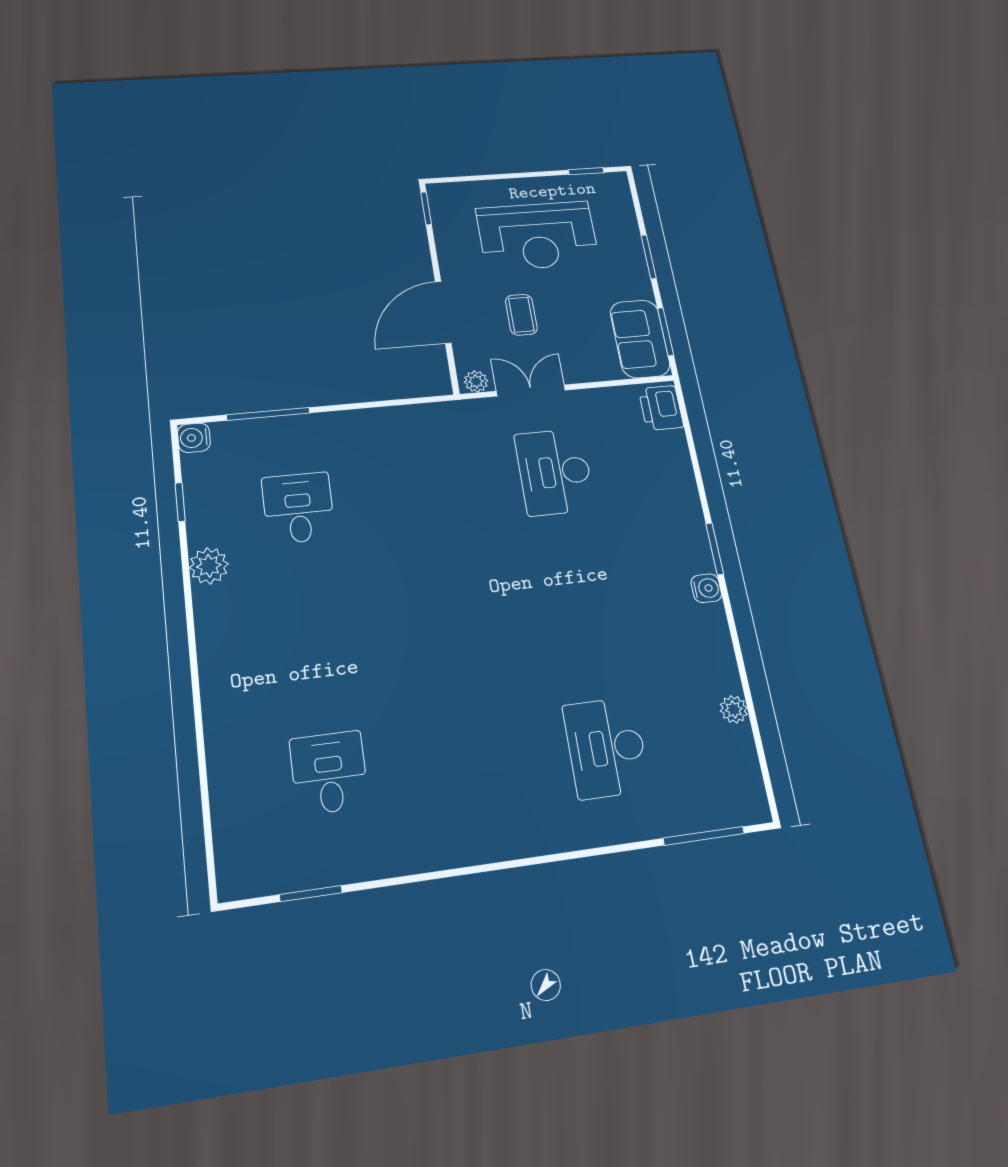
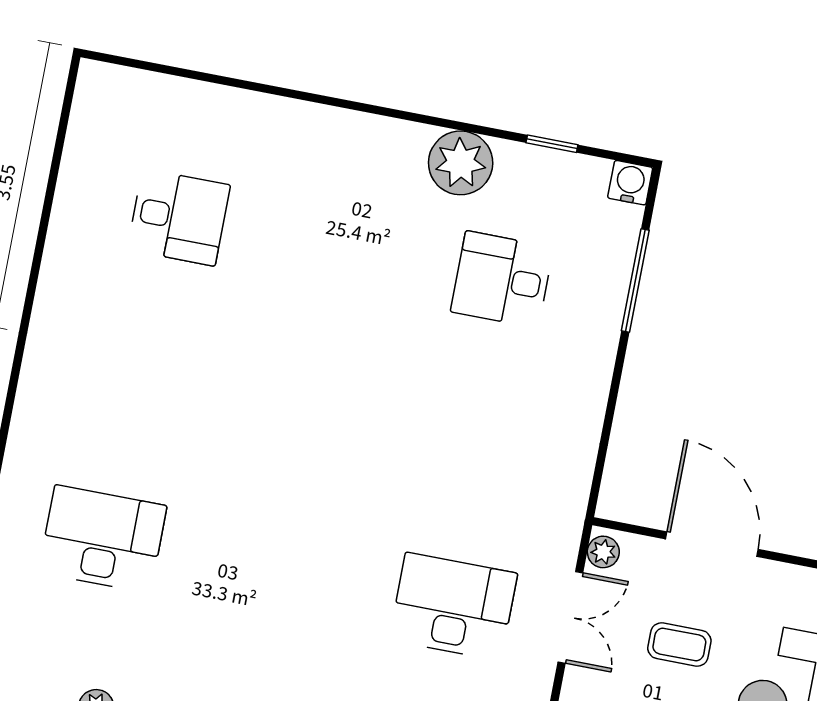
desk: (298, 508) -> (502, 279), turned 180
plant: (209, 566) -> (461, 163), width x1.36, depth x1.36
window: (311, 894) -> (57, 157), removed

